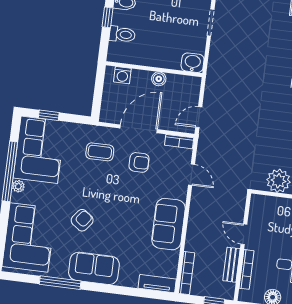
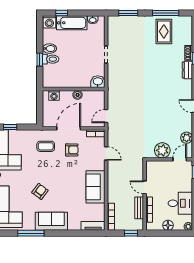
toilet: (122, 34) -> (51, 59), moved

